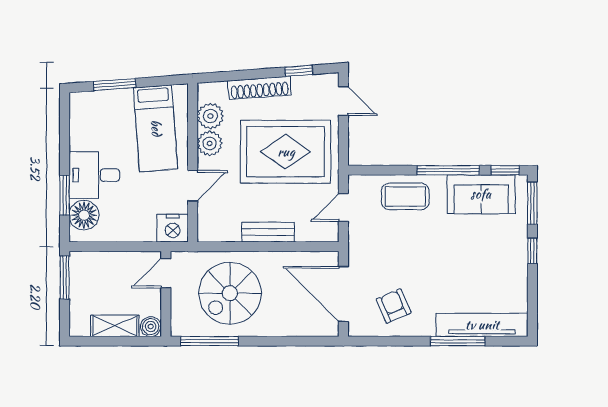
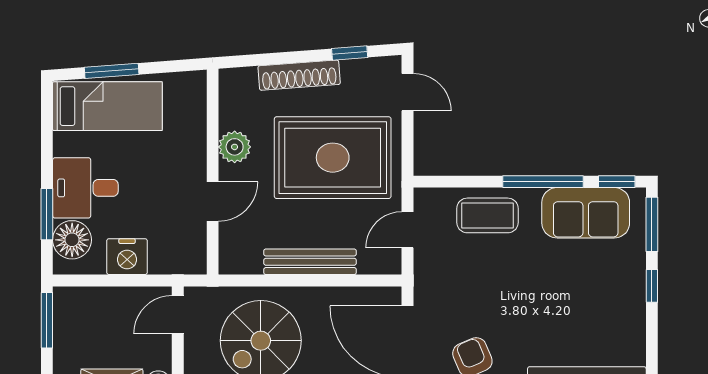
plant: (210, 116) -> (235, 111), removed
bed: (156, 128) -> (107, 106), moved, turned -86
nightstand: (173, 228) -> (127, 257), moved
bench: (268, 232) -> (310, 262), width x1.36

